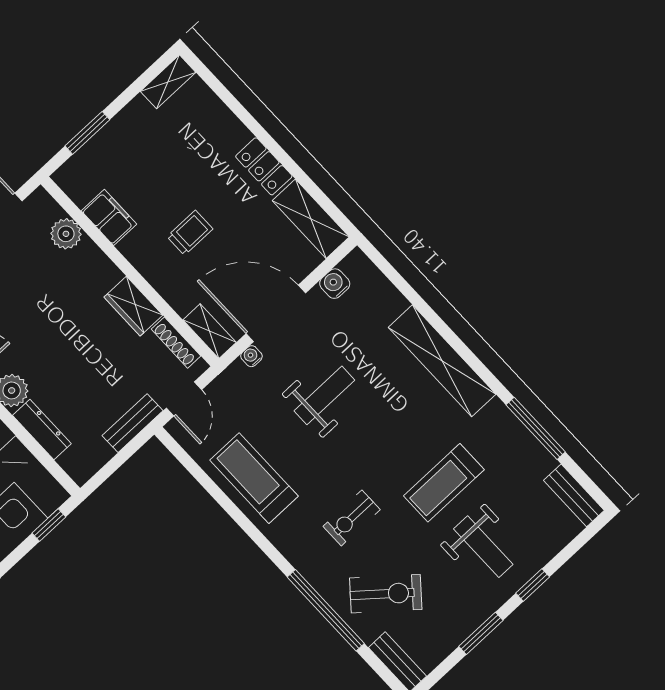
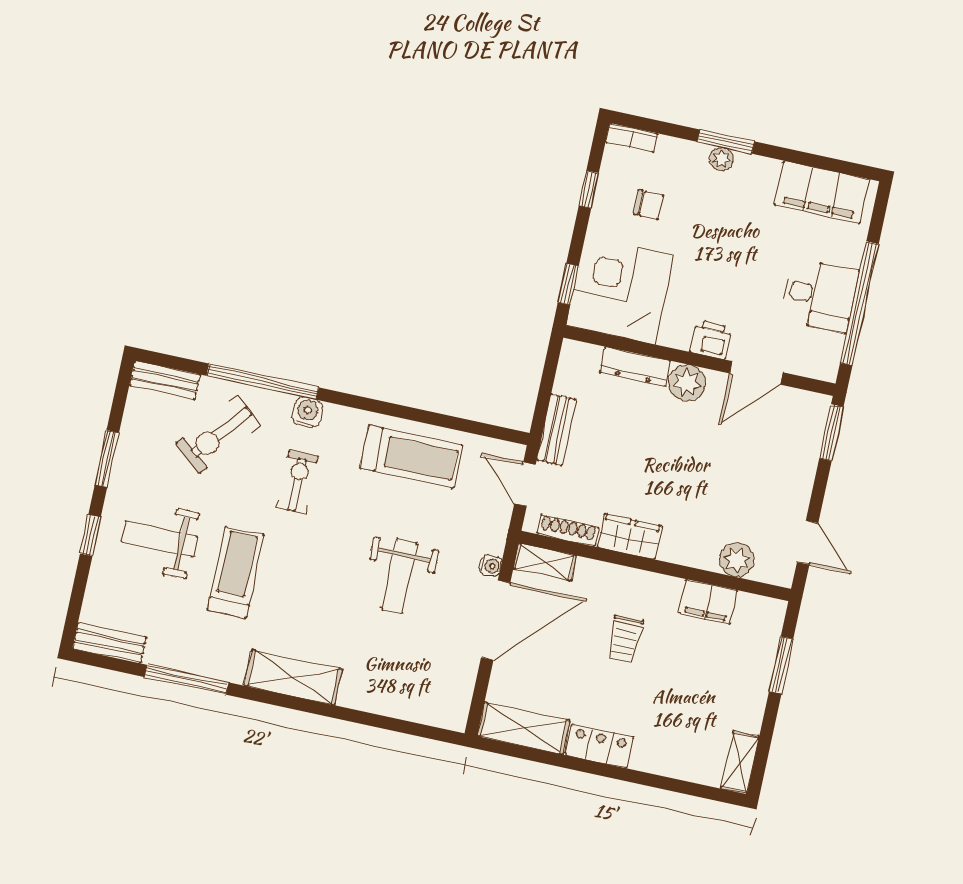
water cooler: (335, 284) -> (307, 412), moved, turned -90
shelving: (442, 361) -> (293, 677), width x0.68

